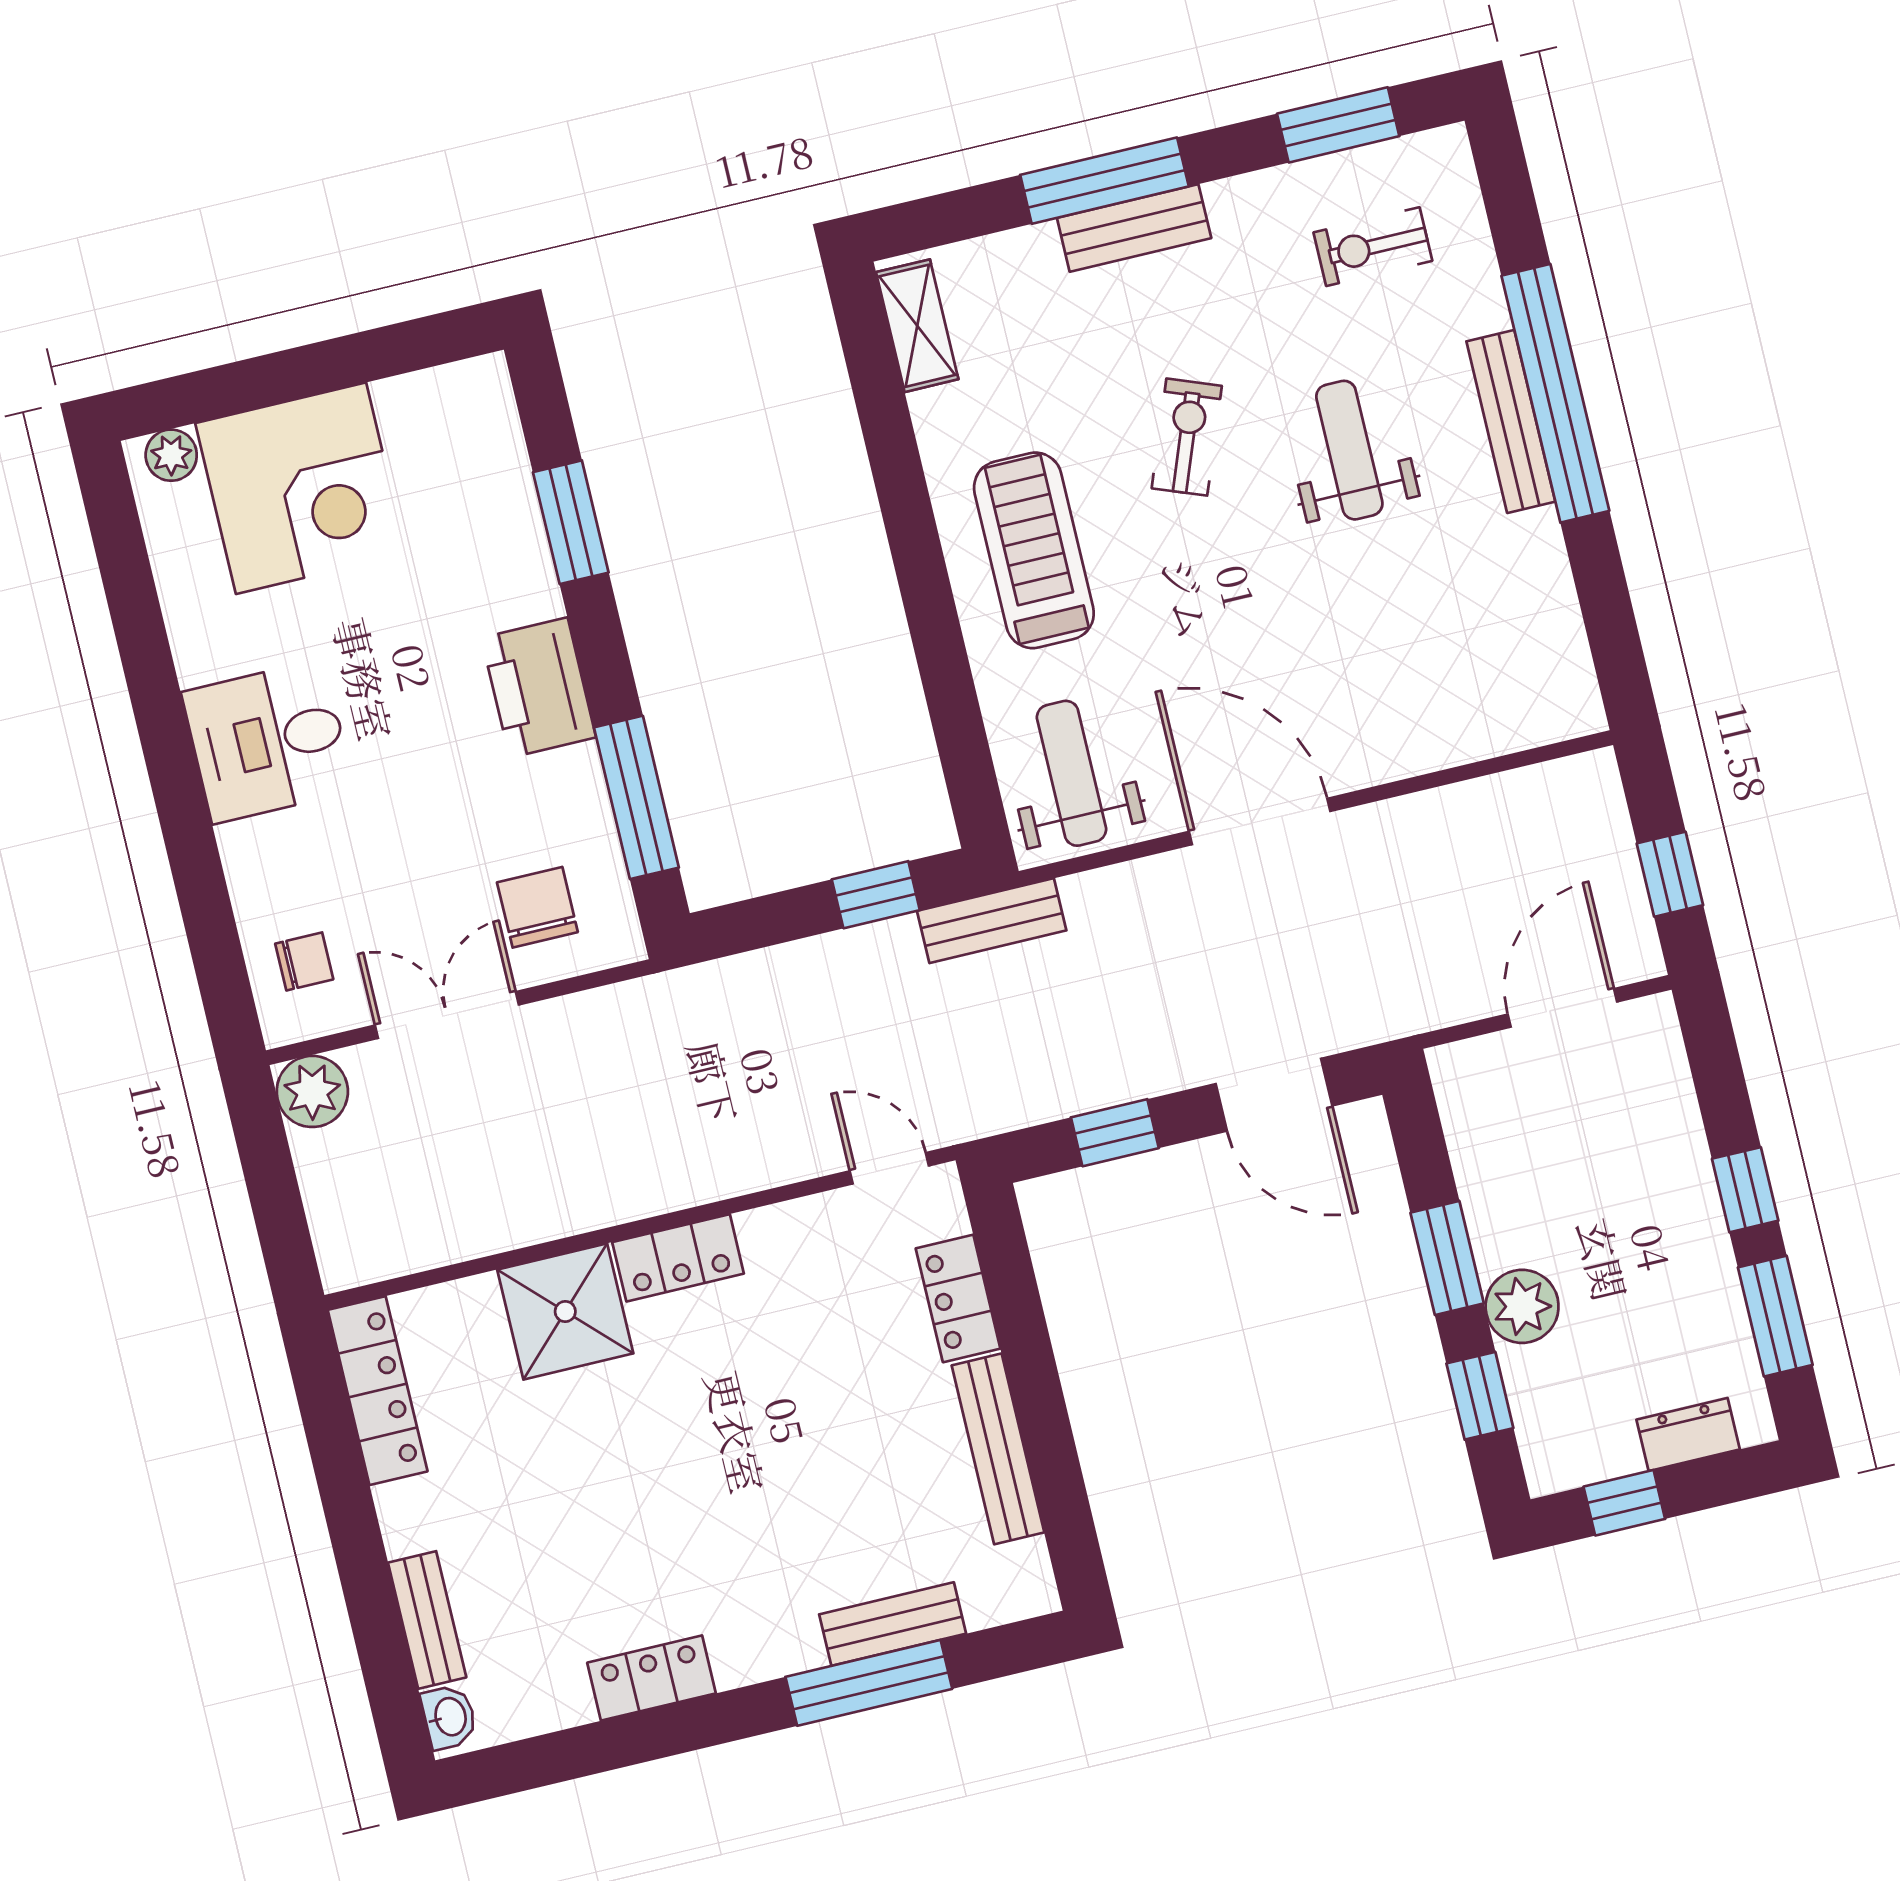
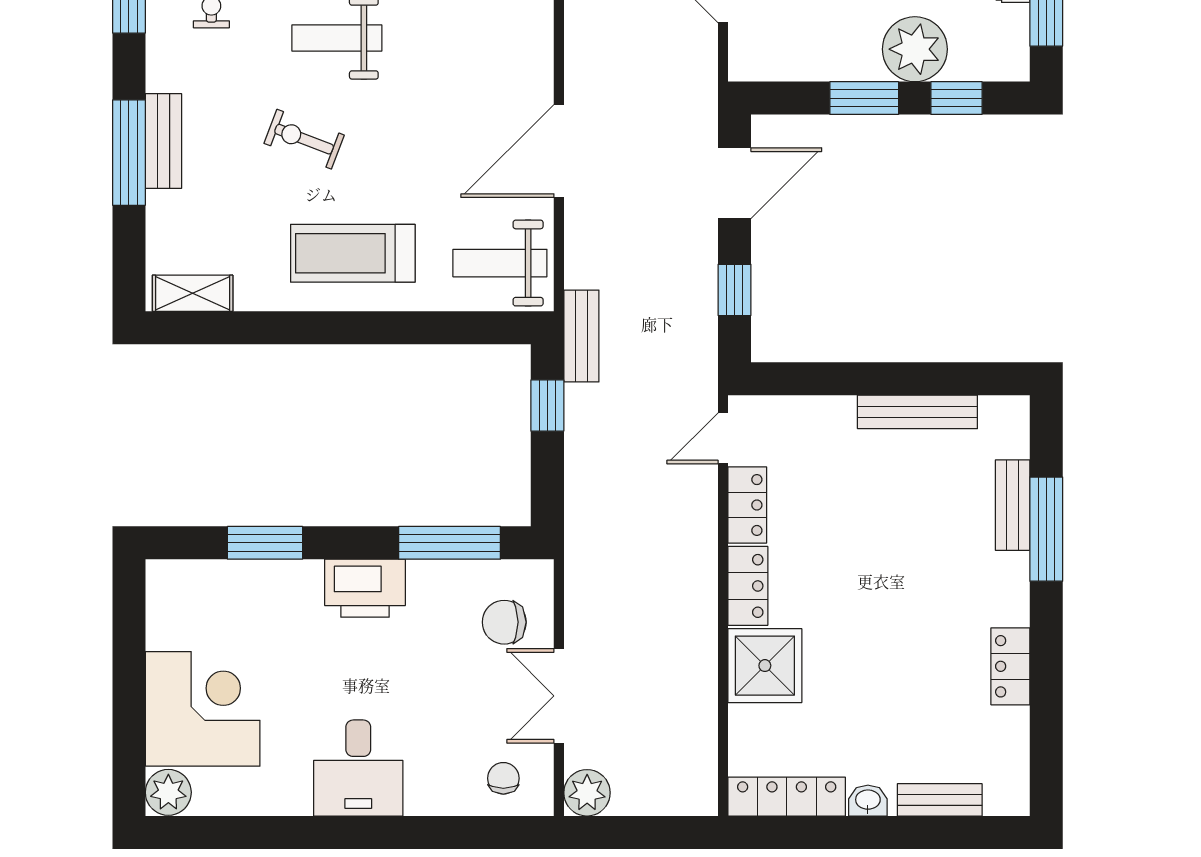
plant: (171, 455) -> (168, 792), width x1.38, depth x1.38
locker: (958, 1298) -> (747, 505), moved, turned -90
plant: (1522, 1306) -> (915, 49), width x1.36, depth x1.36
washbasin: (449, 1717) -> (868, 801), moved

